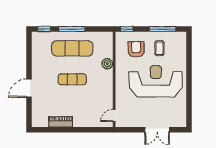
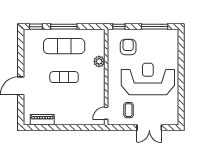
coffee table: (159, 48) -> (129, 110), moved
piano: (60, 122) -> (42, 120), moved

